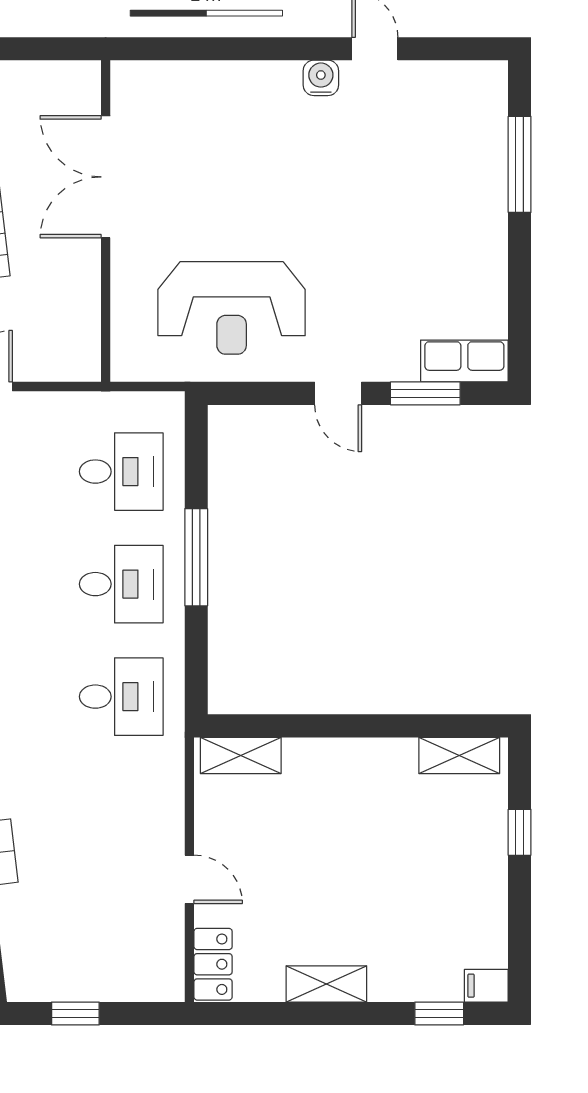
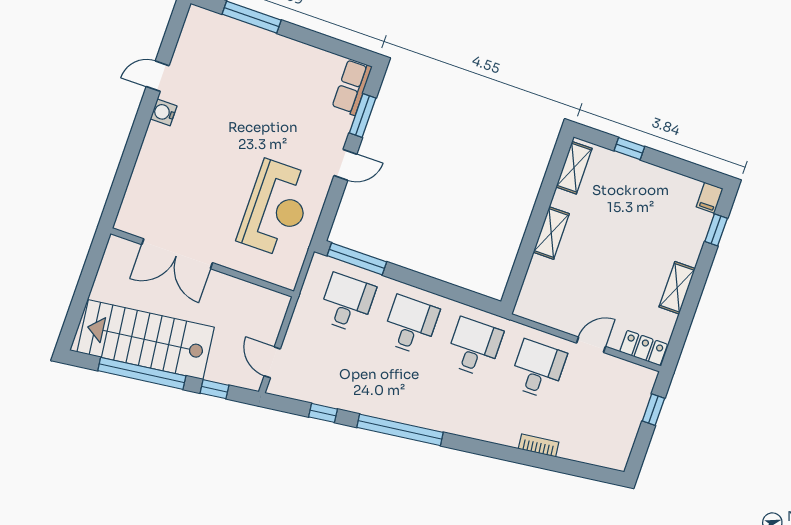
window: (196, 557) -> (357, 259), moved
shelving: (241, 755) -> (551, 233), moved
desk: (121, 809) -> (538, 369), added
window: (75, 1013) -> (653, 410), moved

